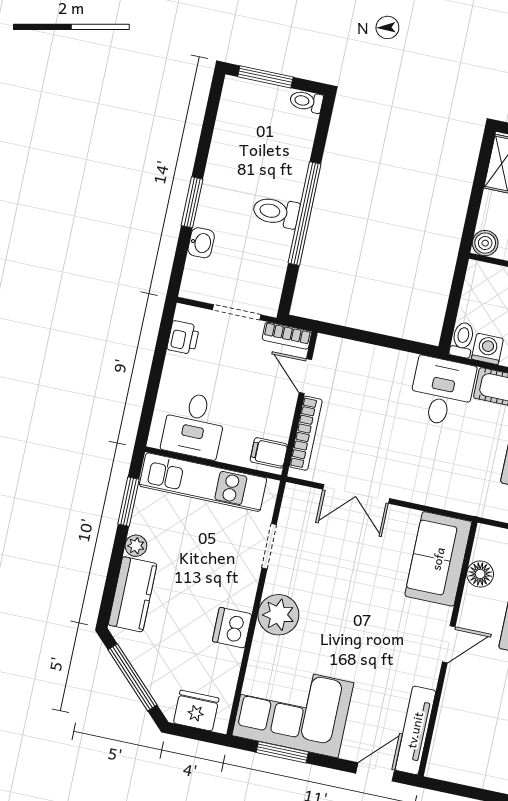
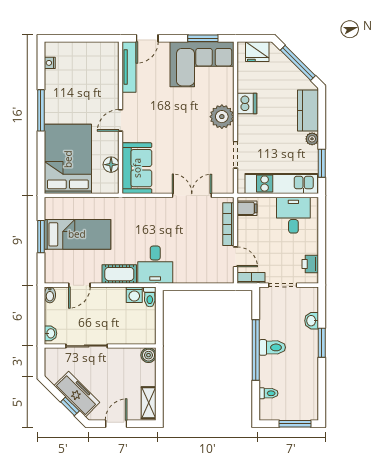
toilet: (306, 101) -> (268, 393), moved

